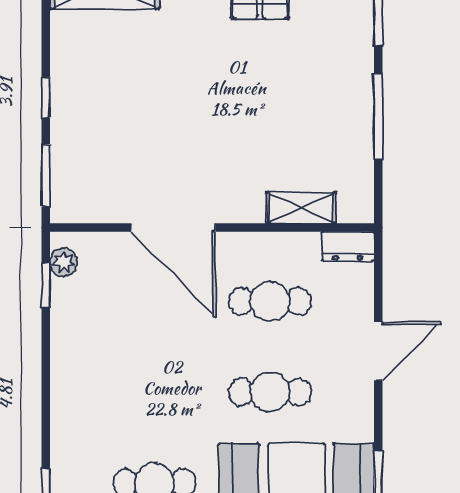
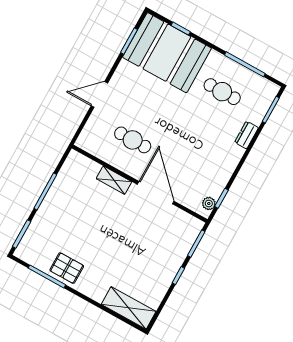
shelving: (301, 208) -> (114, 180), moved
dresser: (348, 246) -> (246, 135), moved, turned -90
cafe table: (270, 392) -> (154, 102), removed

